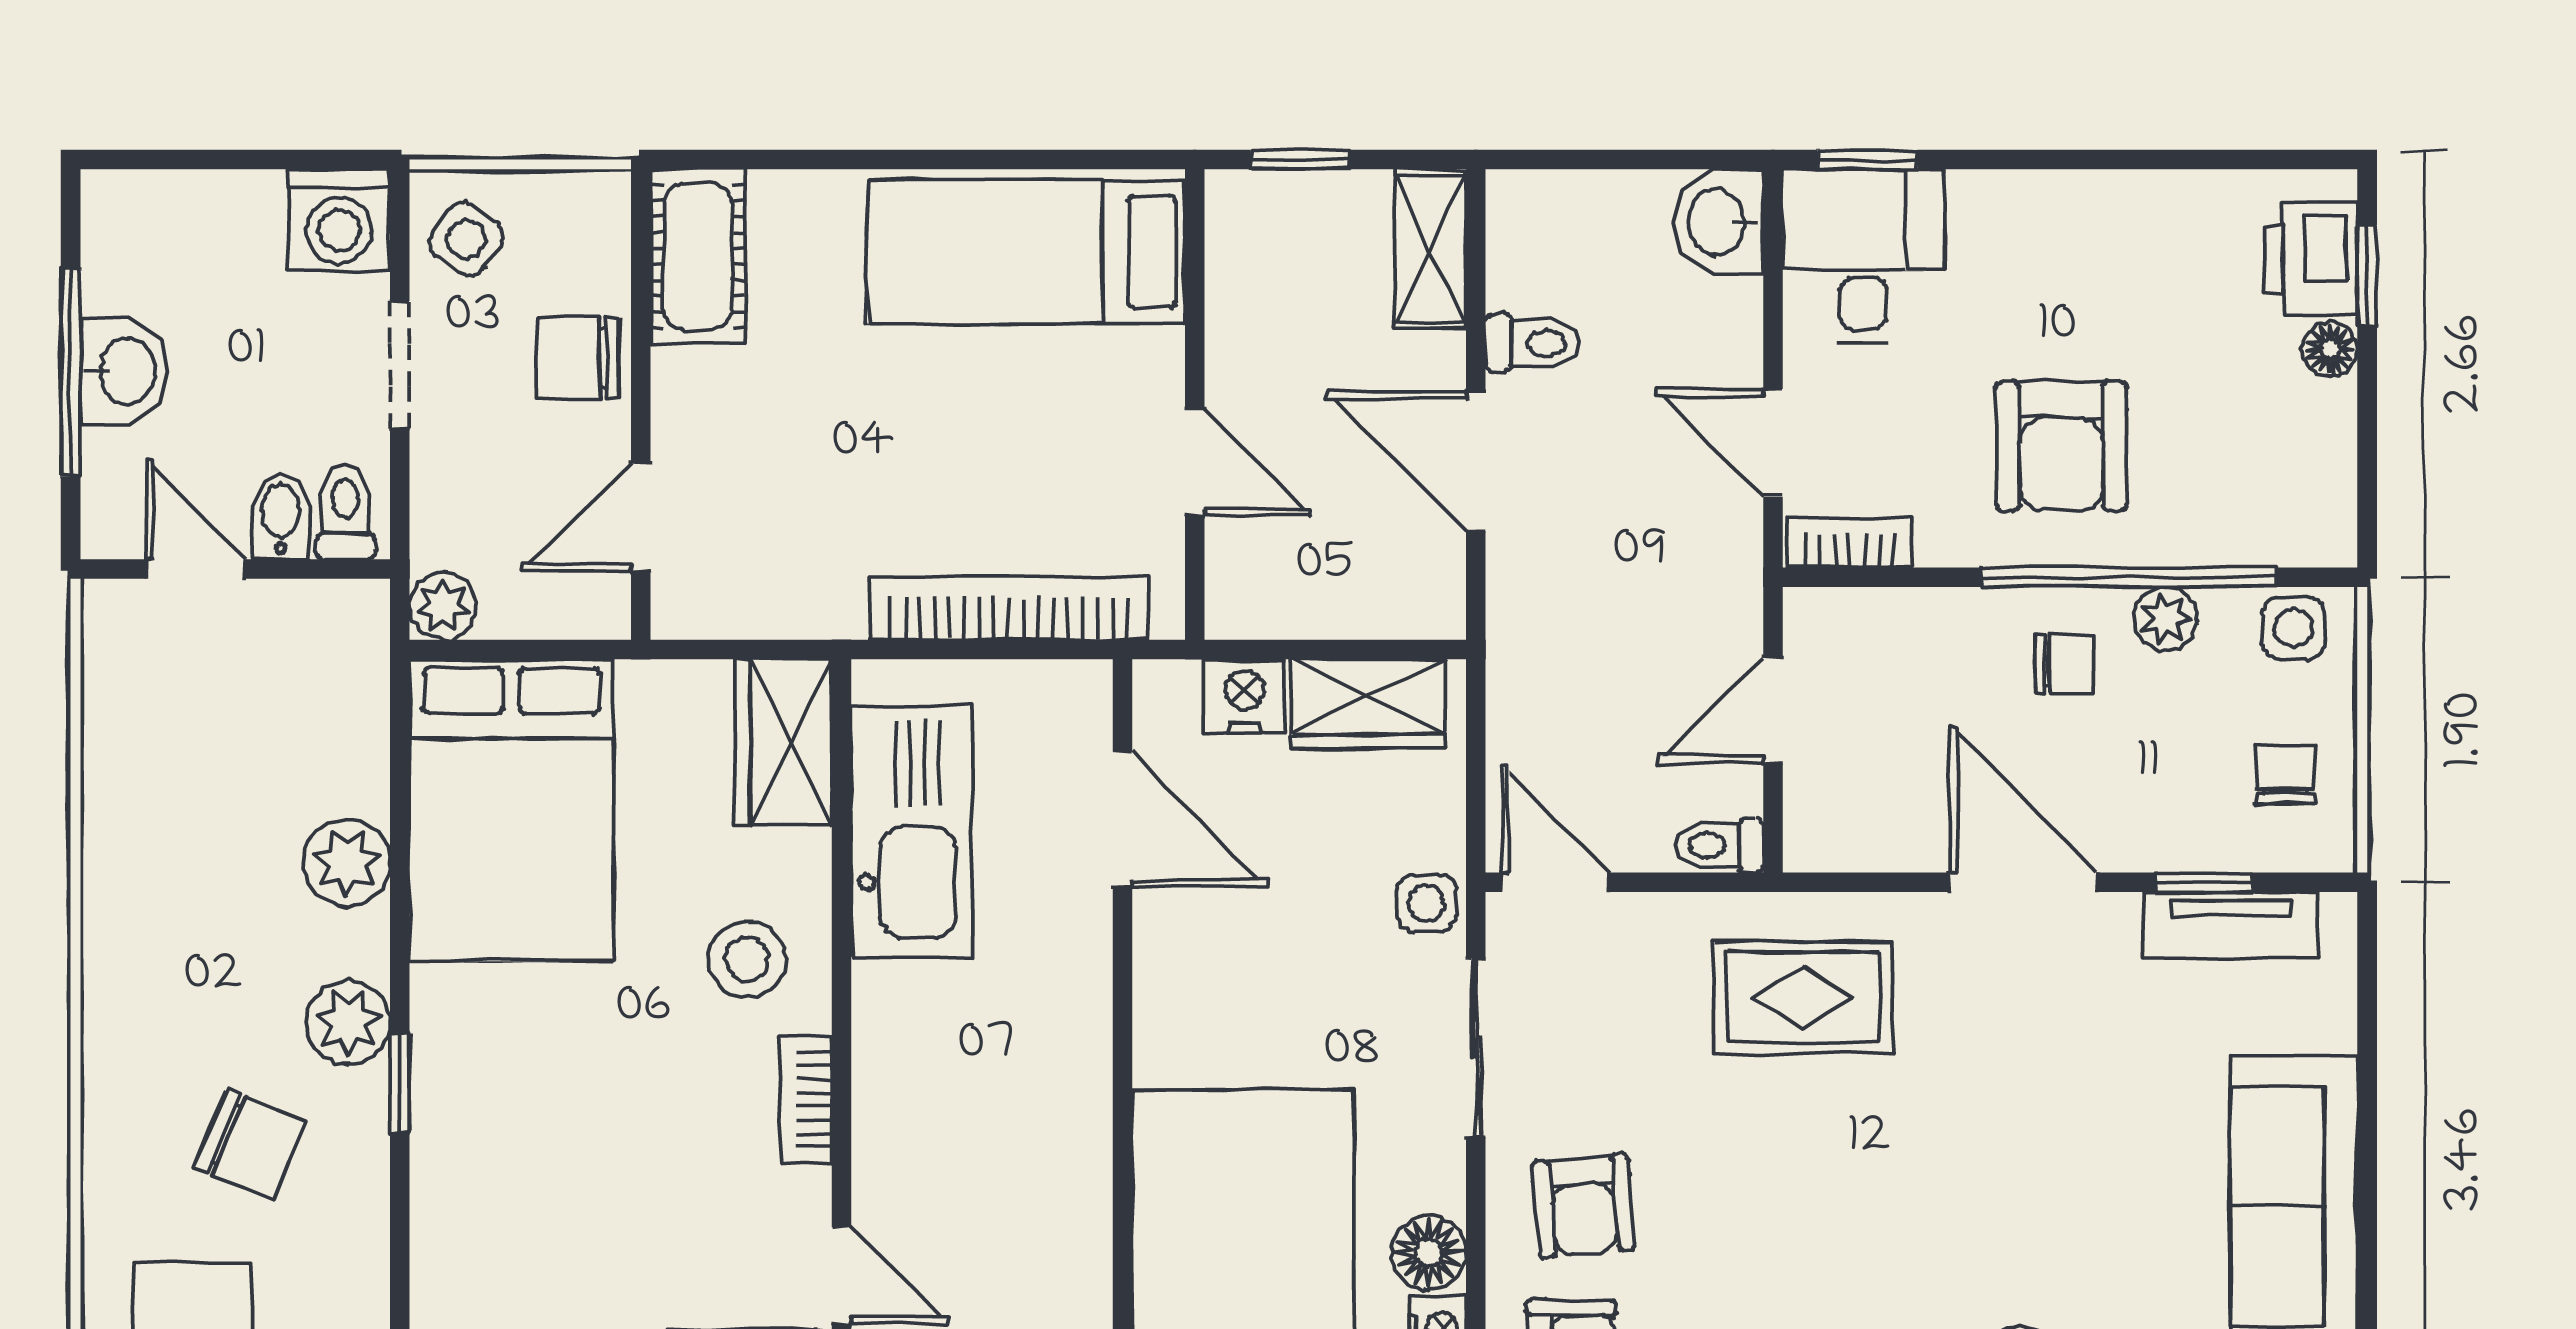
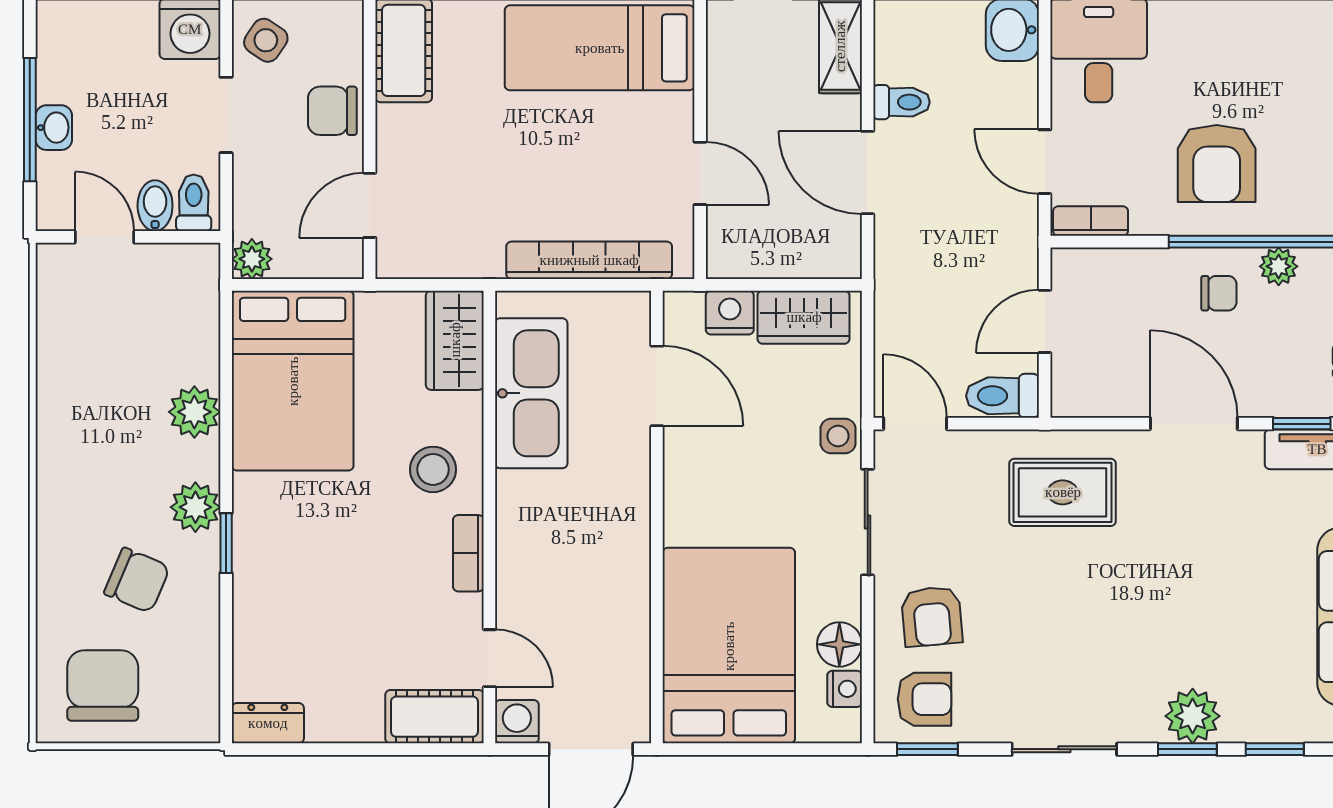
washbasin: (124, 371) -> (54, 128), width x0.72, depth x0.69
toilet: (1719, 846) -> (1003, 396), width x1.37, depth x1.39

